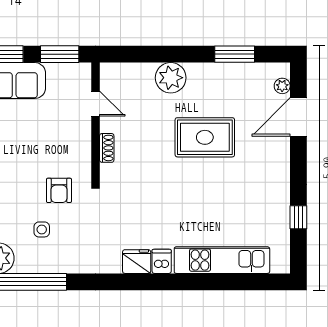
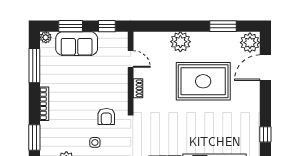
window: (60, 54) -> (107, 26), width x0.67
plant: (282, 86) -> (250, 43), width x1.88, depth x1.88
rug: (205, 137) -> (203, 81), width x1.37, depth x1.44

